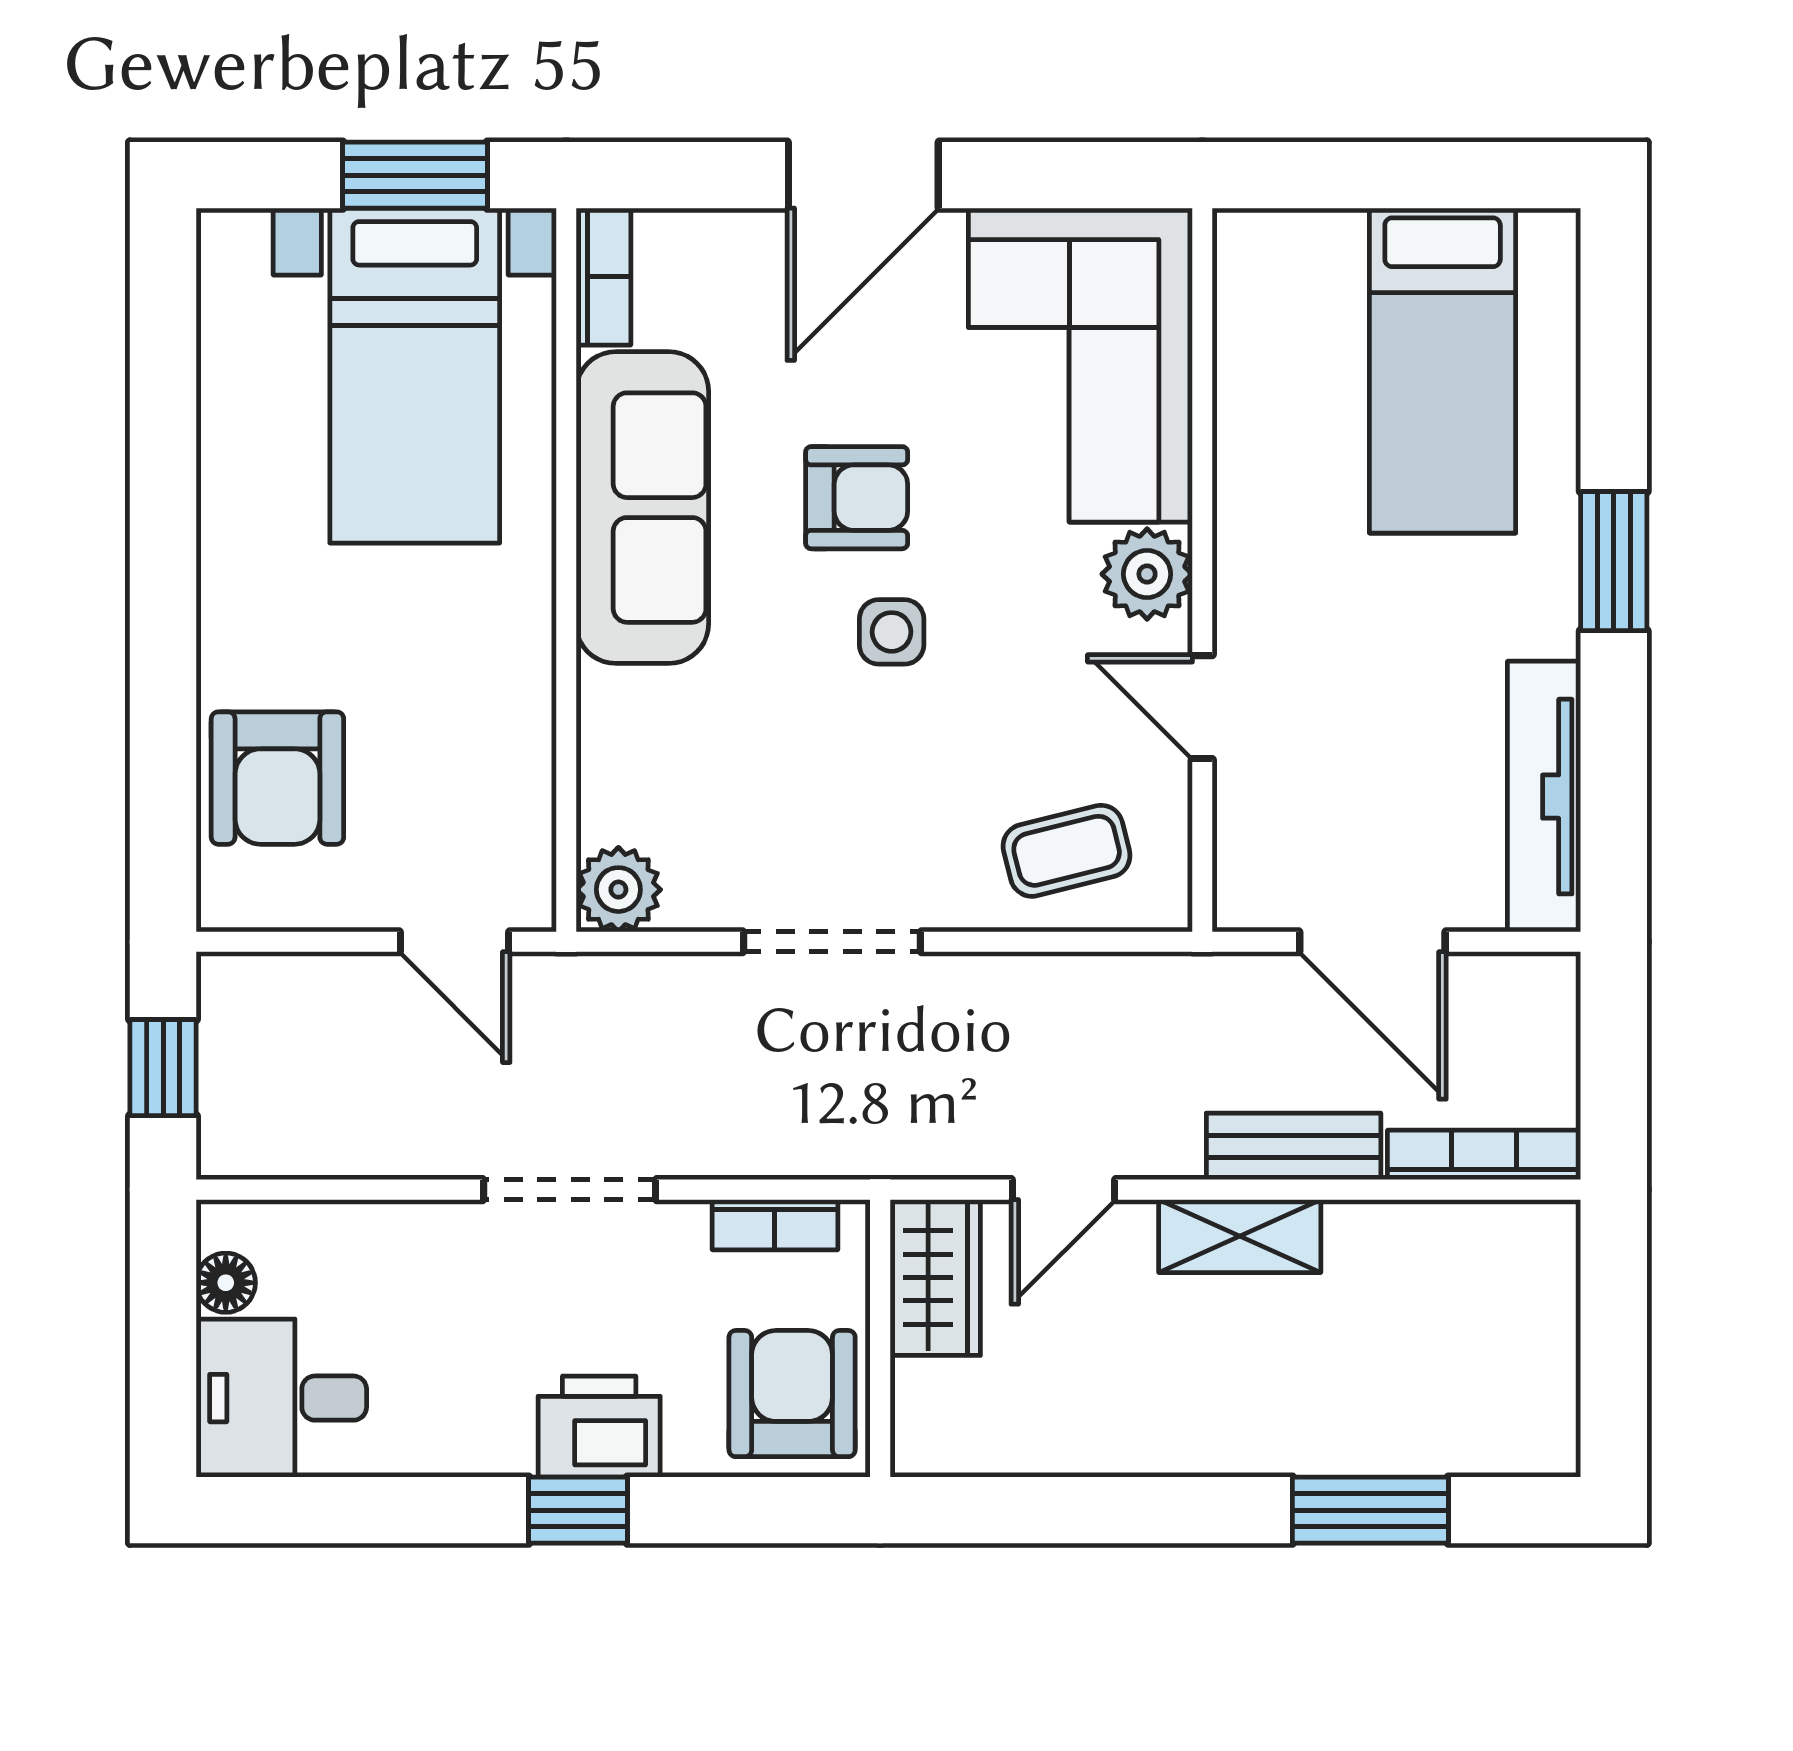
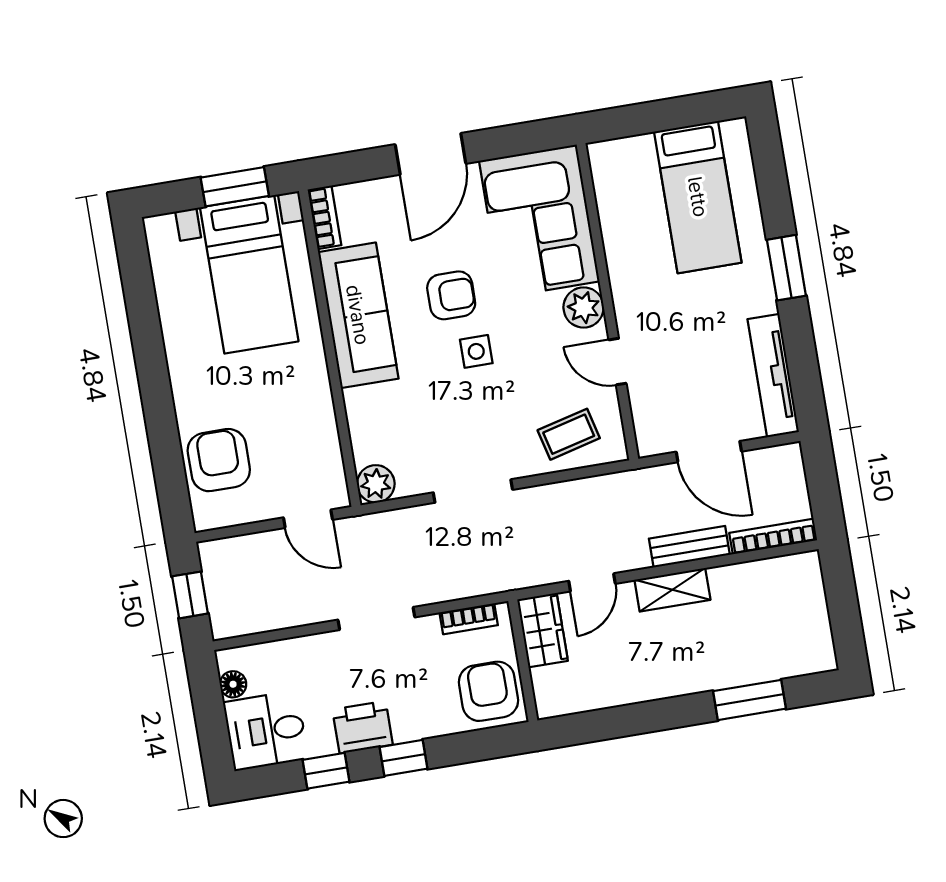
armchair: (277, 778) -> (219, 460), turned 180
printer: (599, 1427) -> (363, 727), moved
window: (401, 1510) -> (326, 771), added

